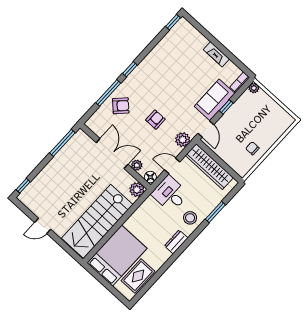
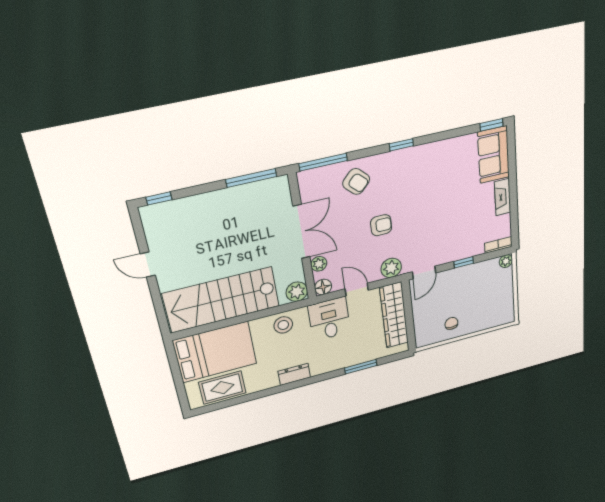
window: (108, 93) -> (323, 162), moved
sofa: (215, 100) -> (494, 155), moved, turned -90
stool: (190, 218) -> (283, 325), moved

